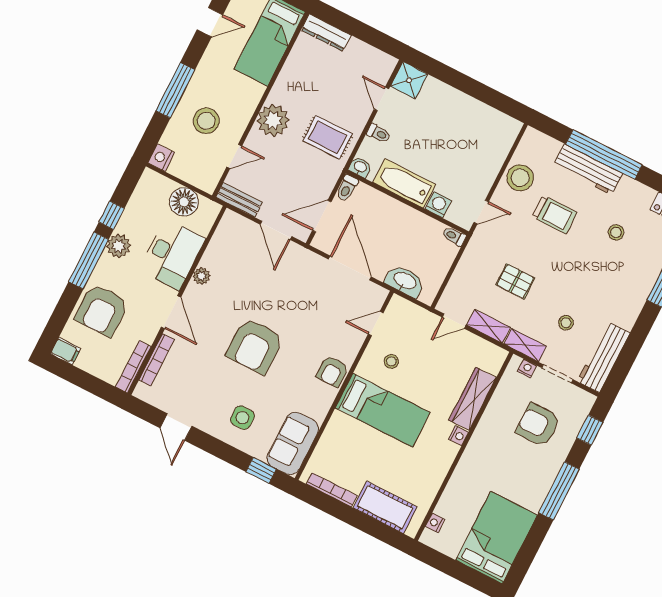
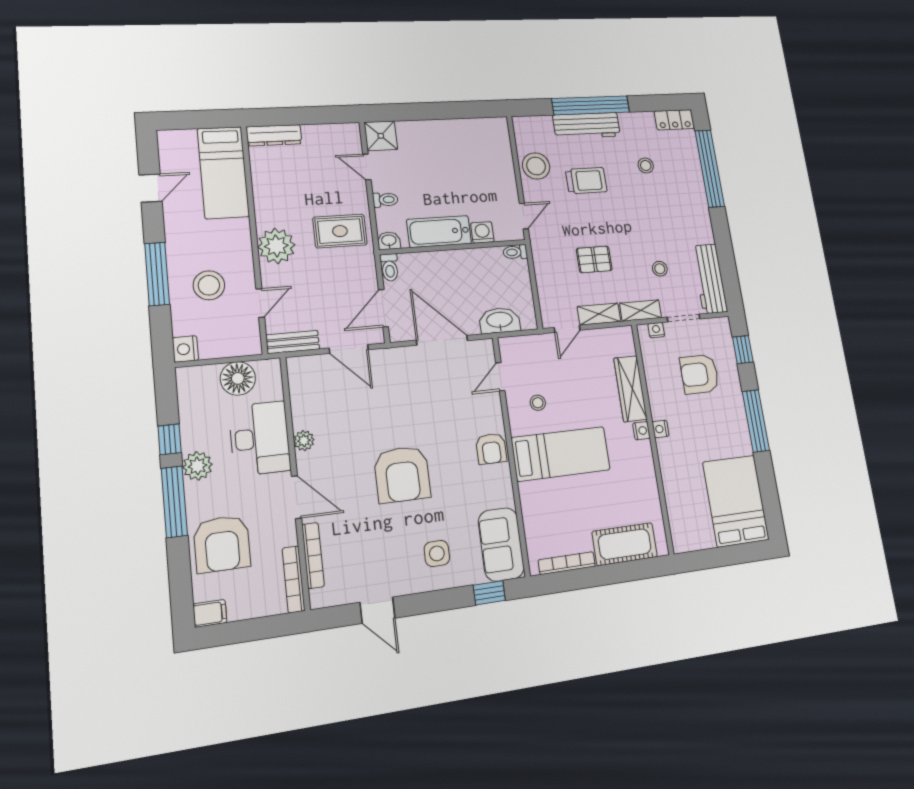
nightstand: (435, 523) -> (661, 429), moved

